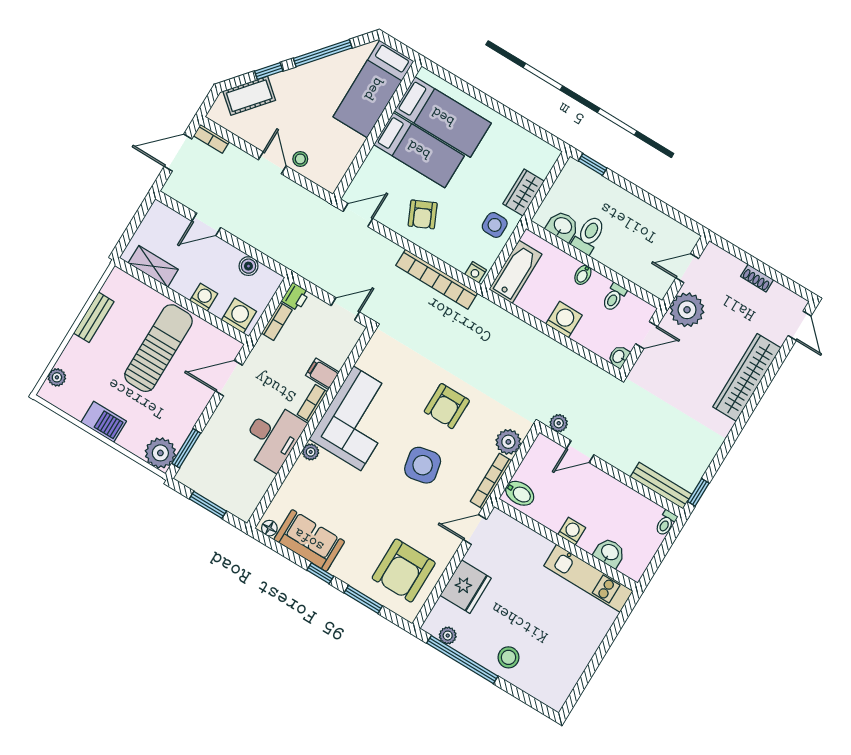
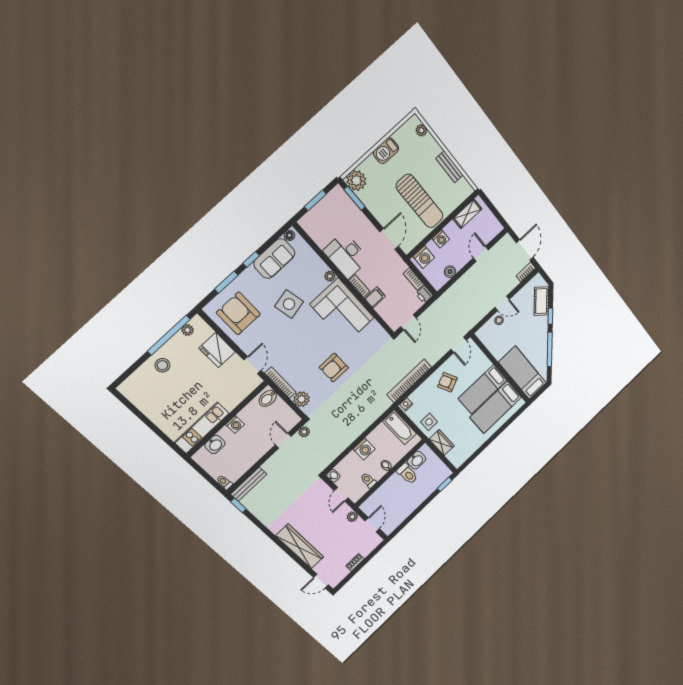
plant: (687, 310) -> (352, 517), width x0.53, depth x0.53
armchair: (447, 406) -> (334, 368), turned -90
side table: (423, 465) -> (289, 304), moved

